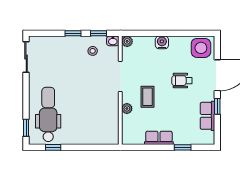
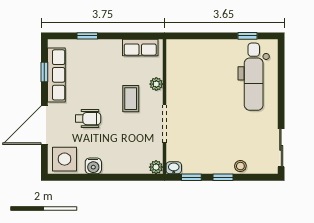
water cooler: (162, 42) -> (93, 166), moved
stool: (93, 51) -> (240, 166), moved
window: (217, 106) -> (44, 72), moved
row of seats: (207, 116) -> (56, 75), width x1.48
window: (26, 128) -> (281, 60), removed
row of seats: (159, 138) -> (140, 48), moved

